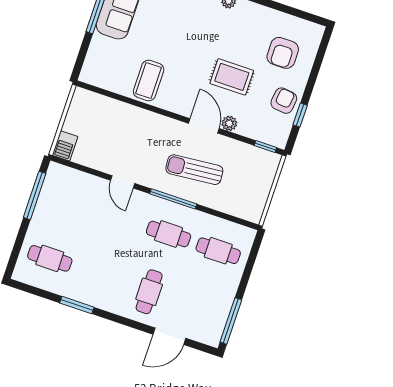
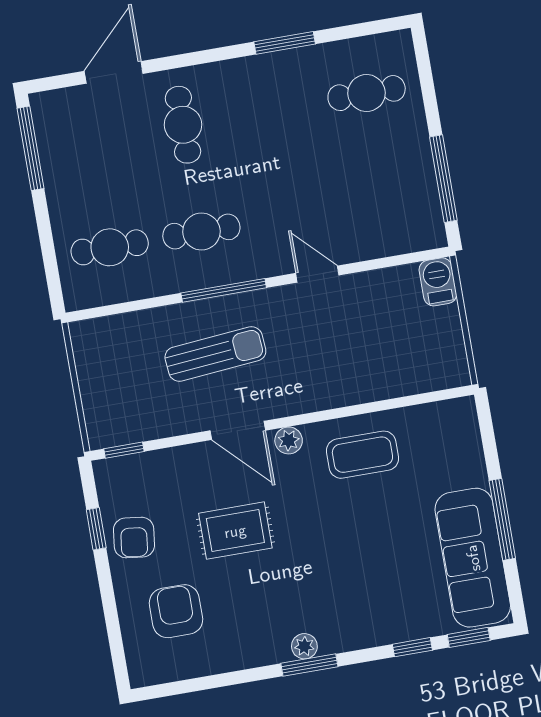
coffee table: (149, 80) -> (362, 455), turned 90
plant: (229, 123) -> (289, 440), moved

